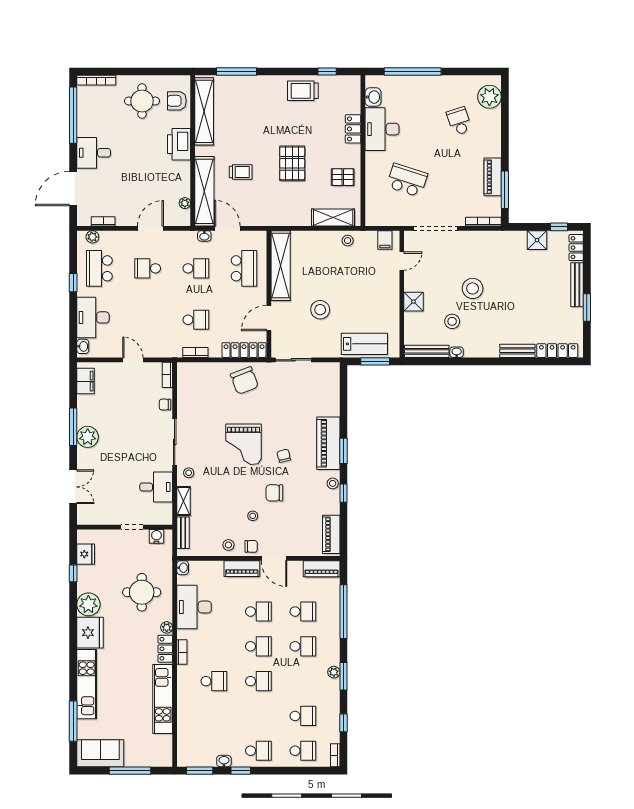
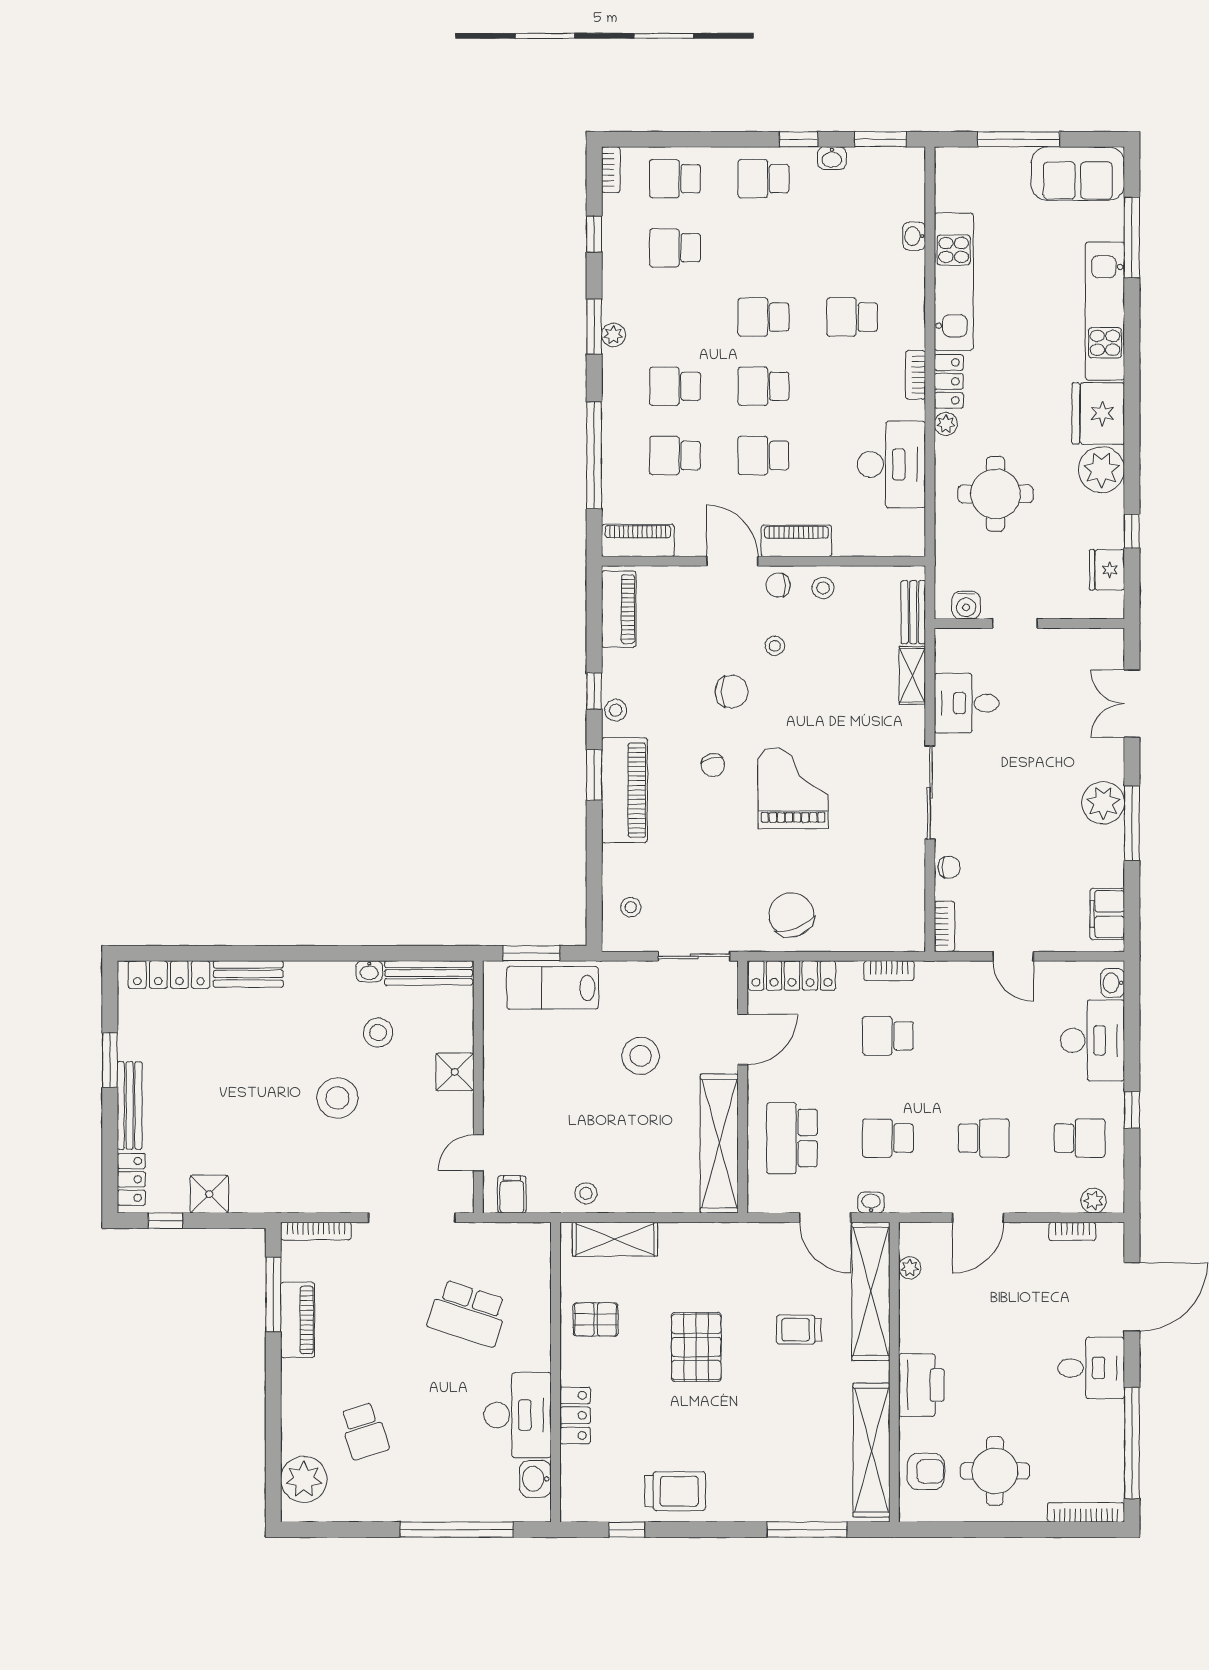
school desk: (99, 268) -> (1080, 1138), width x0.54
stool: (189, 473) -> (631, 907), moved
washbasin: (183, 568) -> (914, 236), moved

